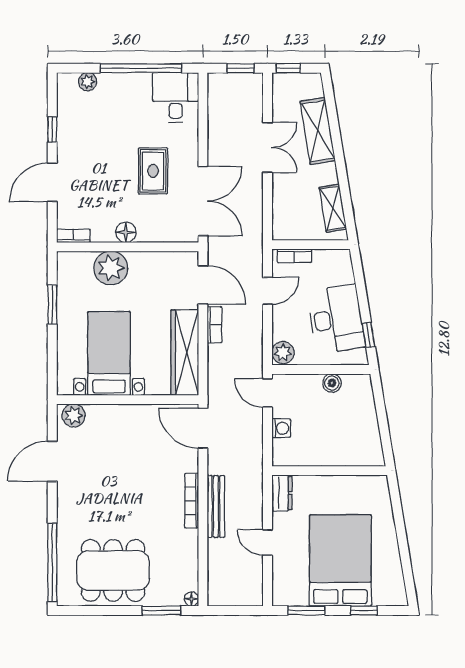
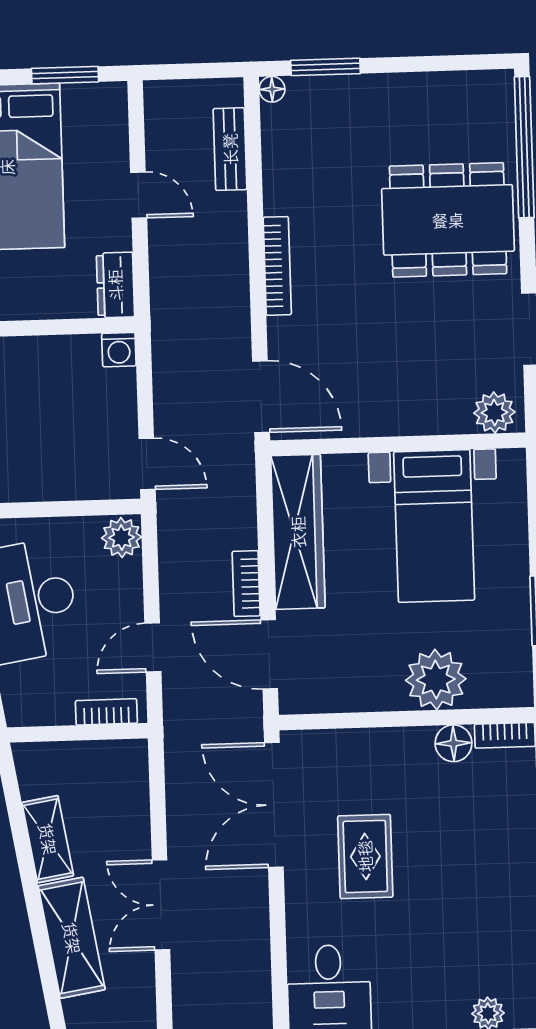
shelving: (333, 208) -> (48, 839), moved
floor lamp: (126, 232) -> (454, 743), moved
boiler: (332, 383) -> (32, 485), removed
washing machine: (281, 428) -> (119, 350), moved, turned -90
bench: (216, 506) -> (230, 149), moved, width x0.73
dining table: (113, 570) -> (448, 220), moved

